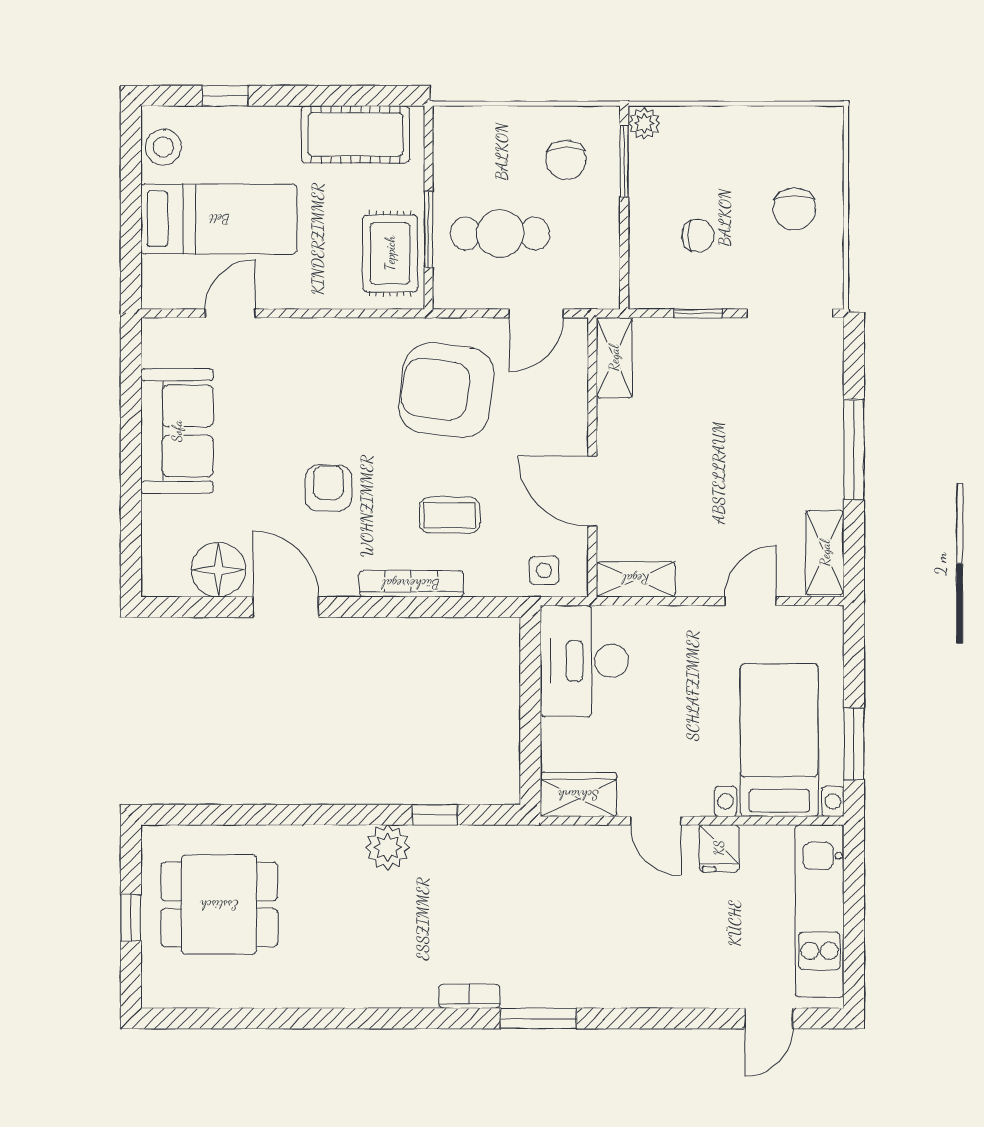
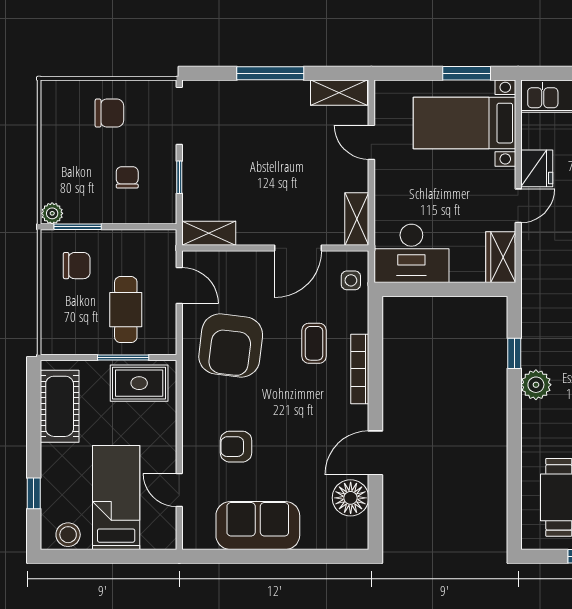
armchair: (328, 488) -> (236, 447), moved
fridge: (719, 848) -> (537, 168), width x1.38

